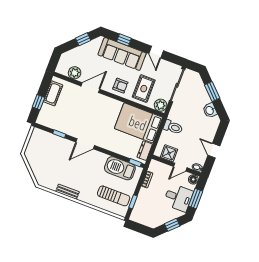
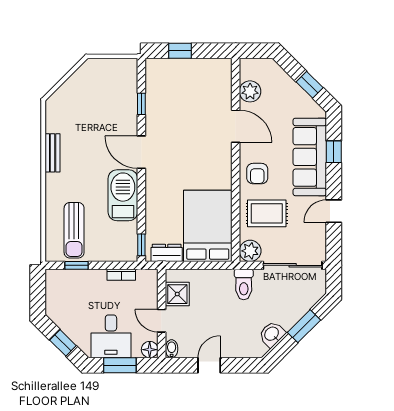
cot: (53, 93) -> (203, 69), removed
toilet: (173, 127) -> (244, 285), moved
barbecue: (120, 168) -> (123, 195), moved

